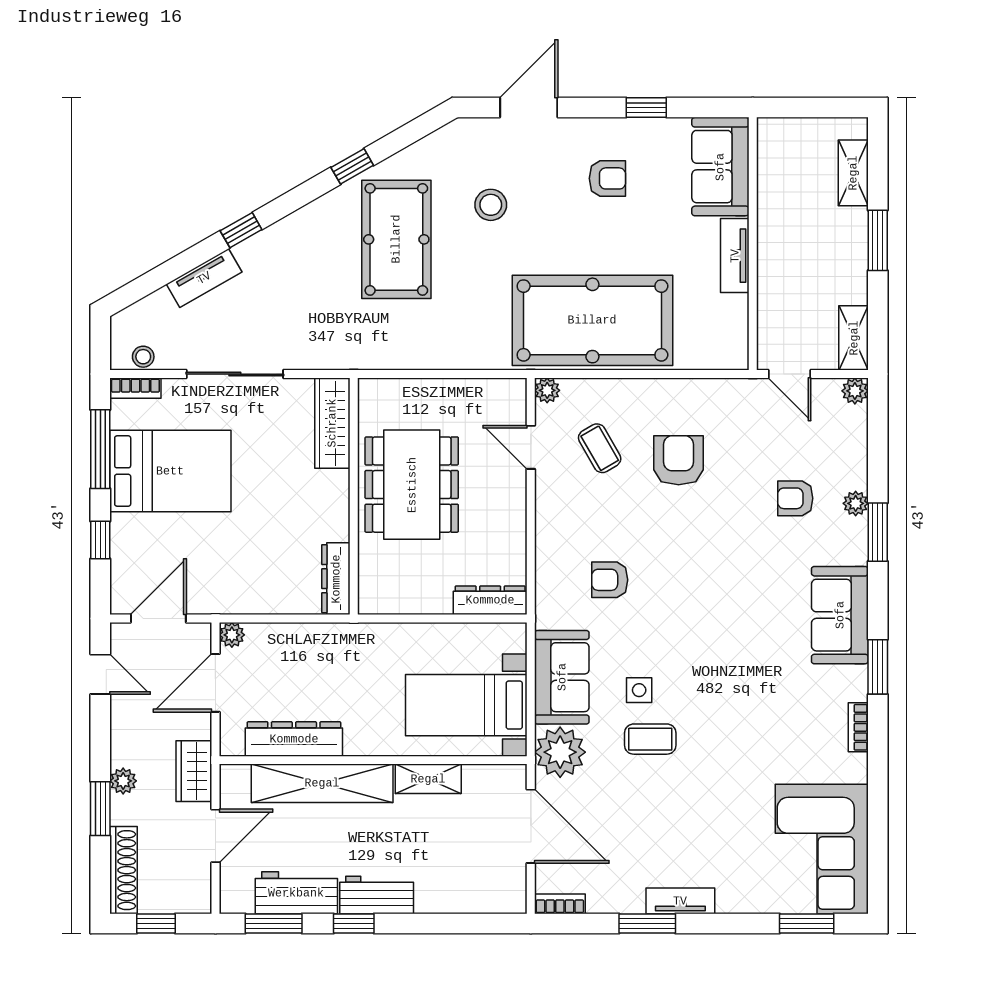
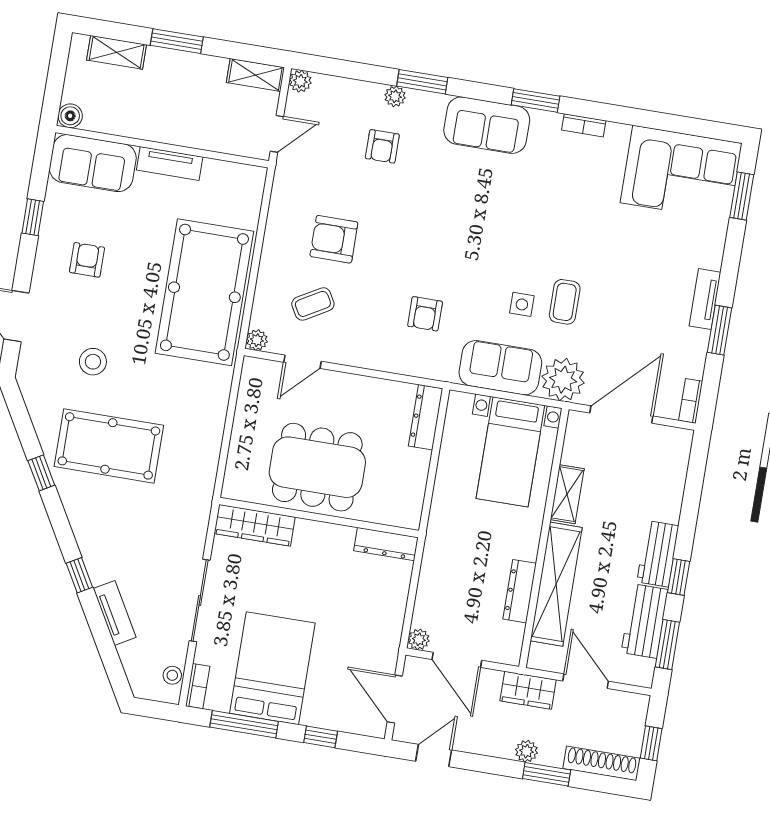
boiler: (771, 131) -> (70, 116), added
dresser: (294, 739) -> (520, 591), width x0.73, depth x0.80

